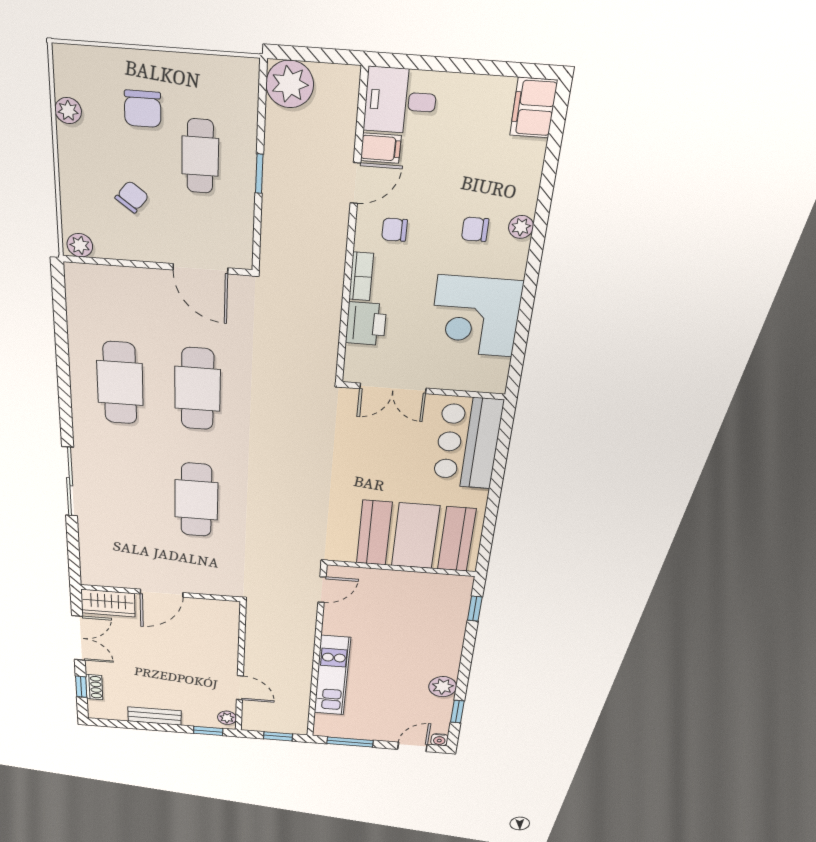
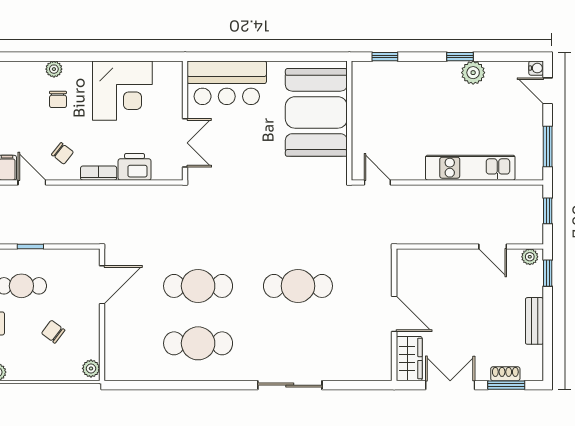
chair: (395, 230) -> (63, 153), turned -52
window: (81, 687) -> (506, 385), width x1.50
door: (240, 688) -> (493, 246), swing flipped
window: (457, 712) -> (460, 57), moved

